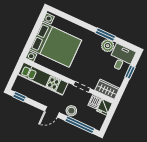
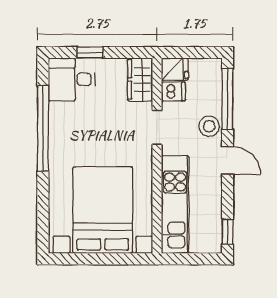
window: (105, 35) -> (43, 128), width x2.11
plant: (108, 46) -> (61, 115), removed

